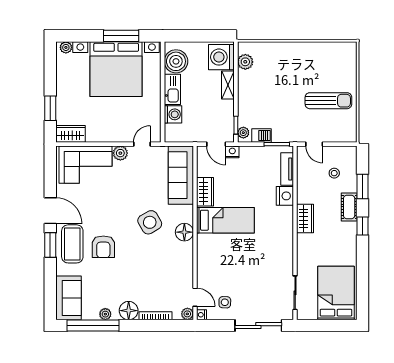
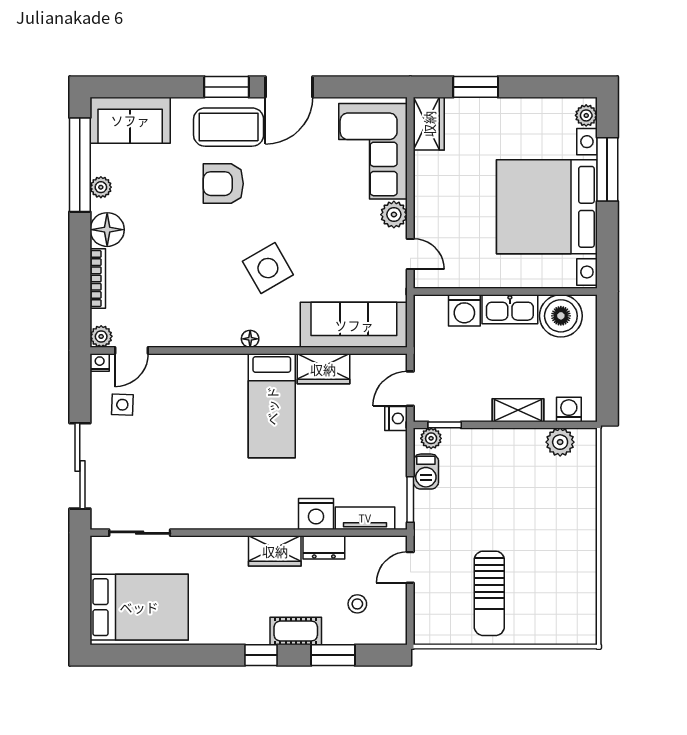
window: (121, 36) -> (607, 169), moved
washing machine: (221, 57) -> (569, 410), width x0.53, depth x0.53
dresser: (303, 192) -> (324, 547), added
floor lamp: (184, 232) -> (250, 339), width x0.53, depth x0.53

